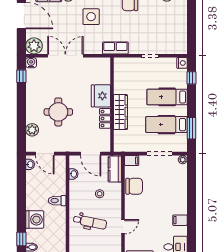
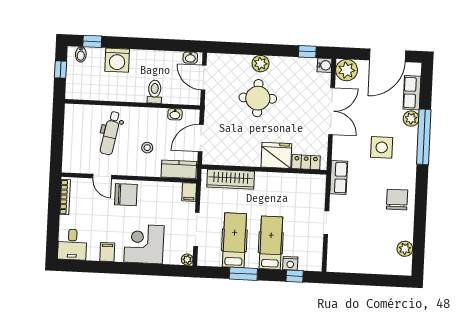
nightstand: (182, 63) -> (290, 263), moved
wardrobe: (120, 112) -> (231, 179), moved
locker: (105, 118) -> (306, 162), moved
window: (191, 128) -> (243, 274), moved
plant: (32, 130) -> (261, 64), moved
door: (45, 154) -> (204, 78), hinge flipped
chair: (134, 186) -> (126, 195), moved, turned -90
corner desk: (173, 193) -> (144, 244), added
toilet: (57, 201) -> (155, 92), moved

